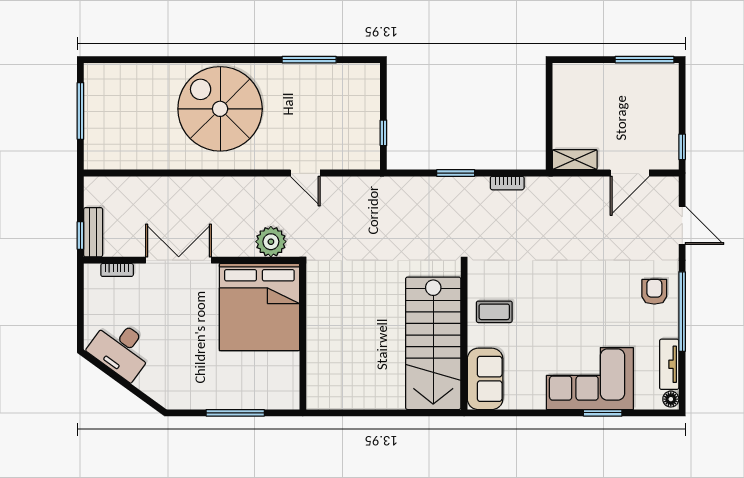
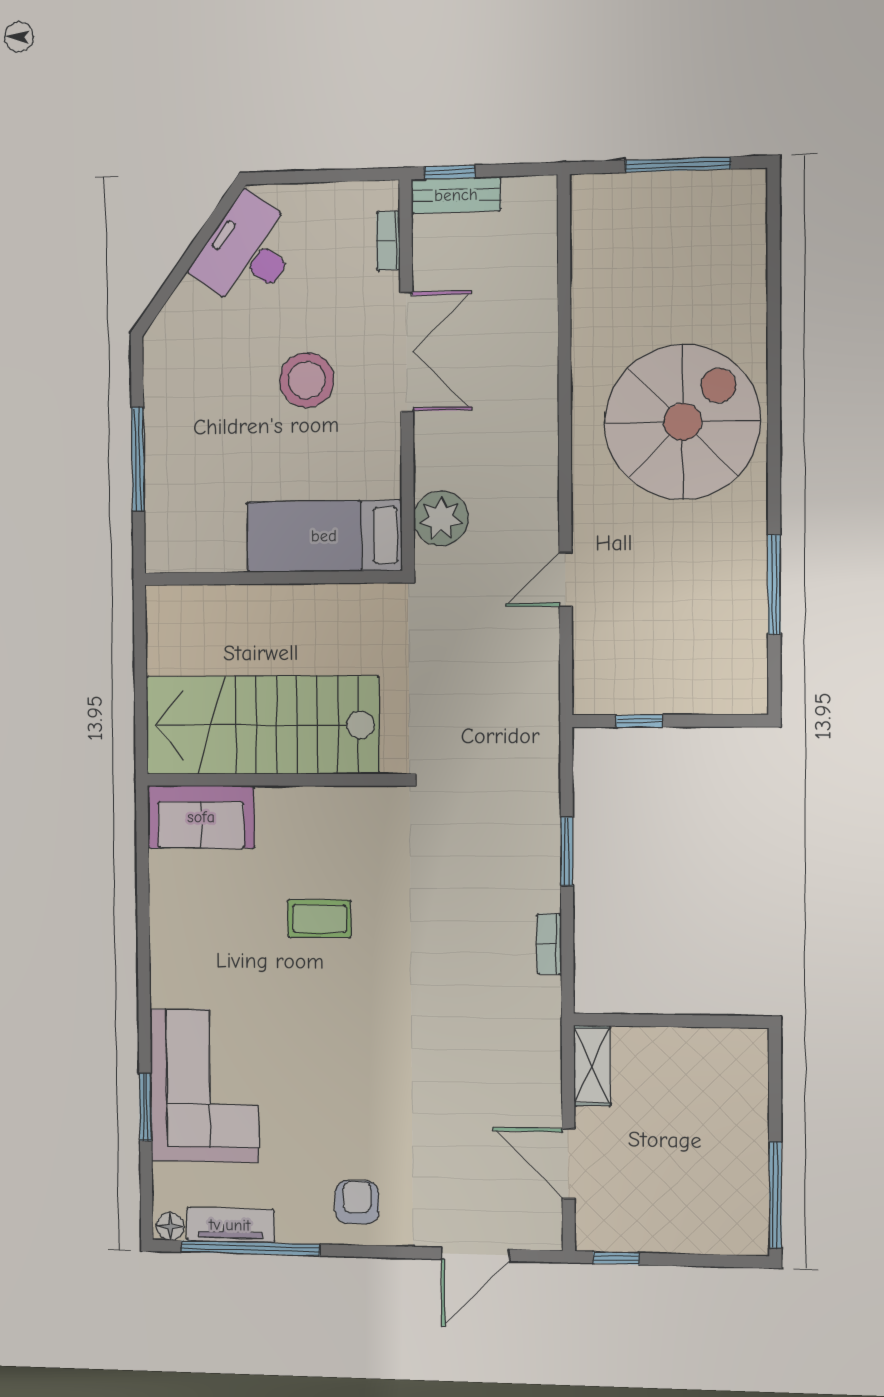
armchair: (654, 292) -> (357, 1202), turned -90
bed: (259, 307) -> (324, 536), width x0.49
coffee table: (494, 312) -> (319, 919), turned 90
window: (682, 312) -> (250, 1248), moved
stool: (193, 316) -> (307, 380), added
wall: (464, 336) -> (275, 780), moved
stairs: (433, 343) -> (262, 725), moved
sofa: (485, 379) -> (201, 817), moved

